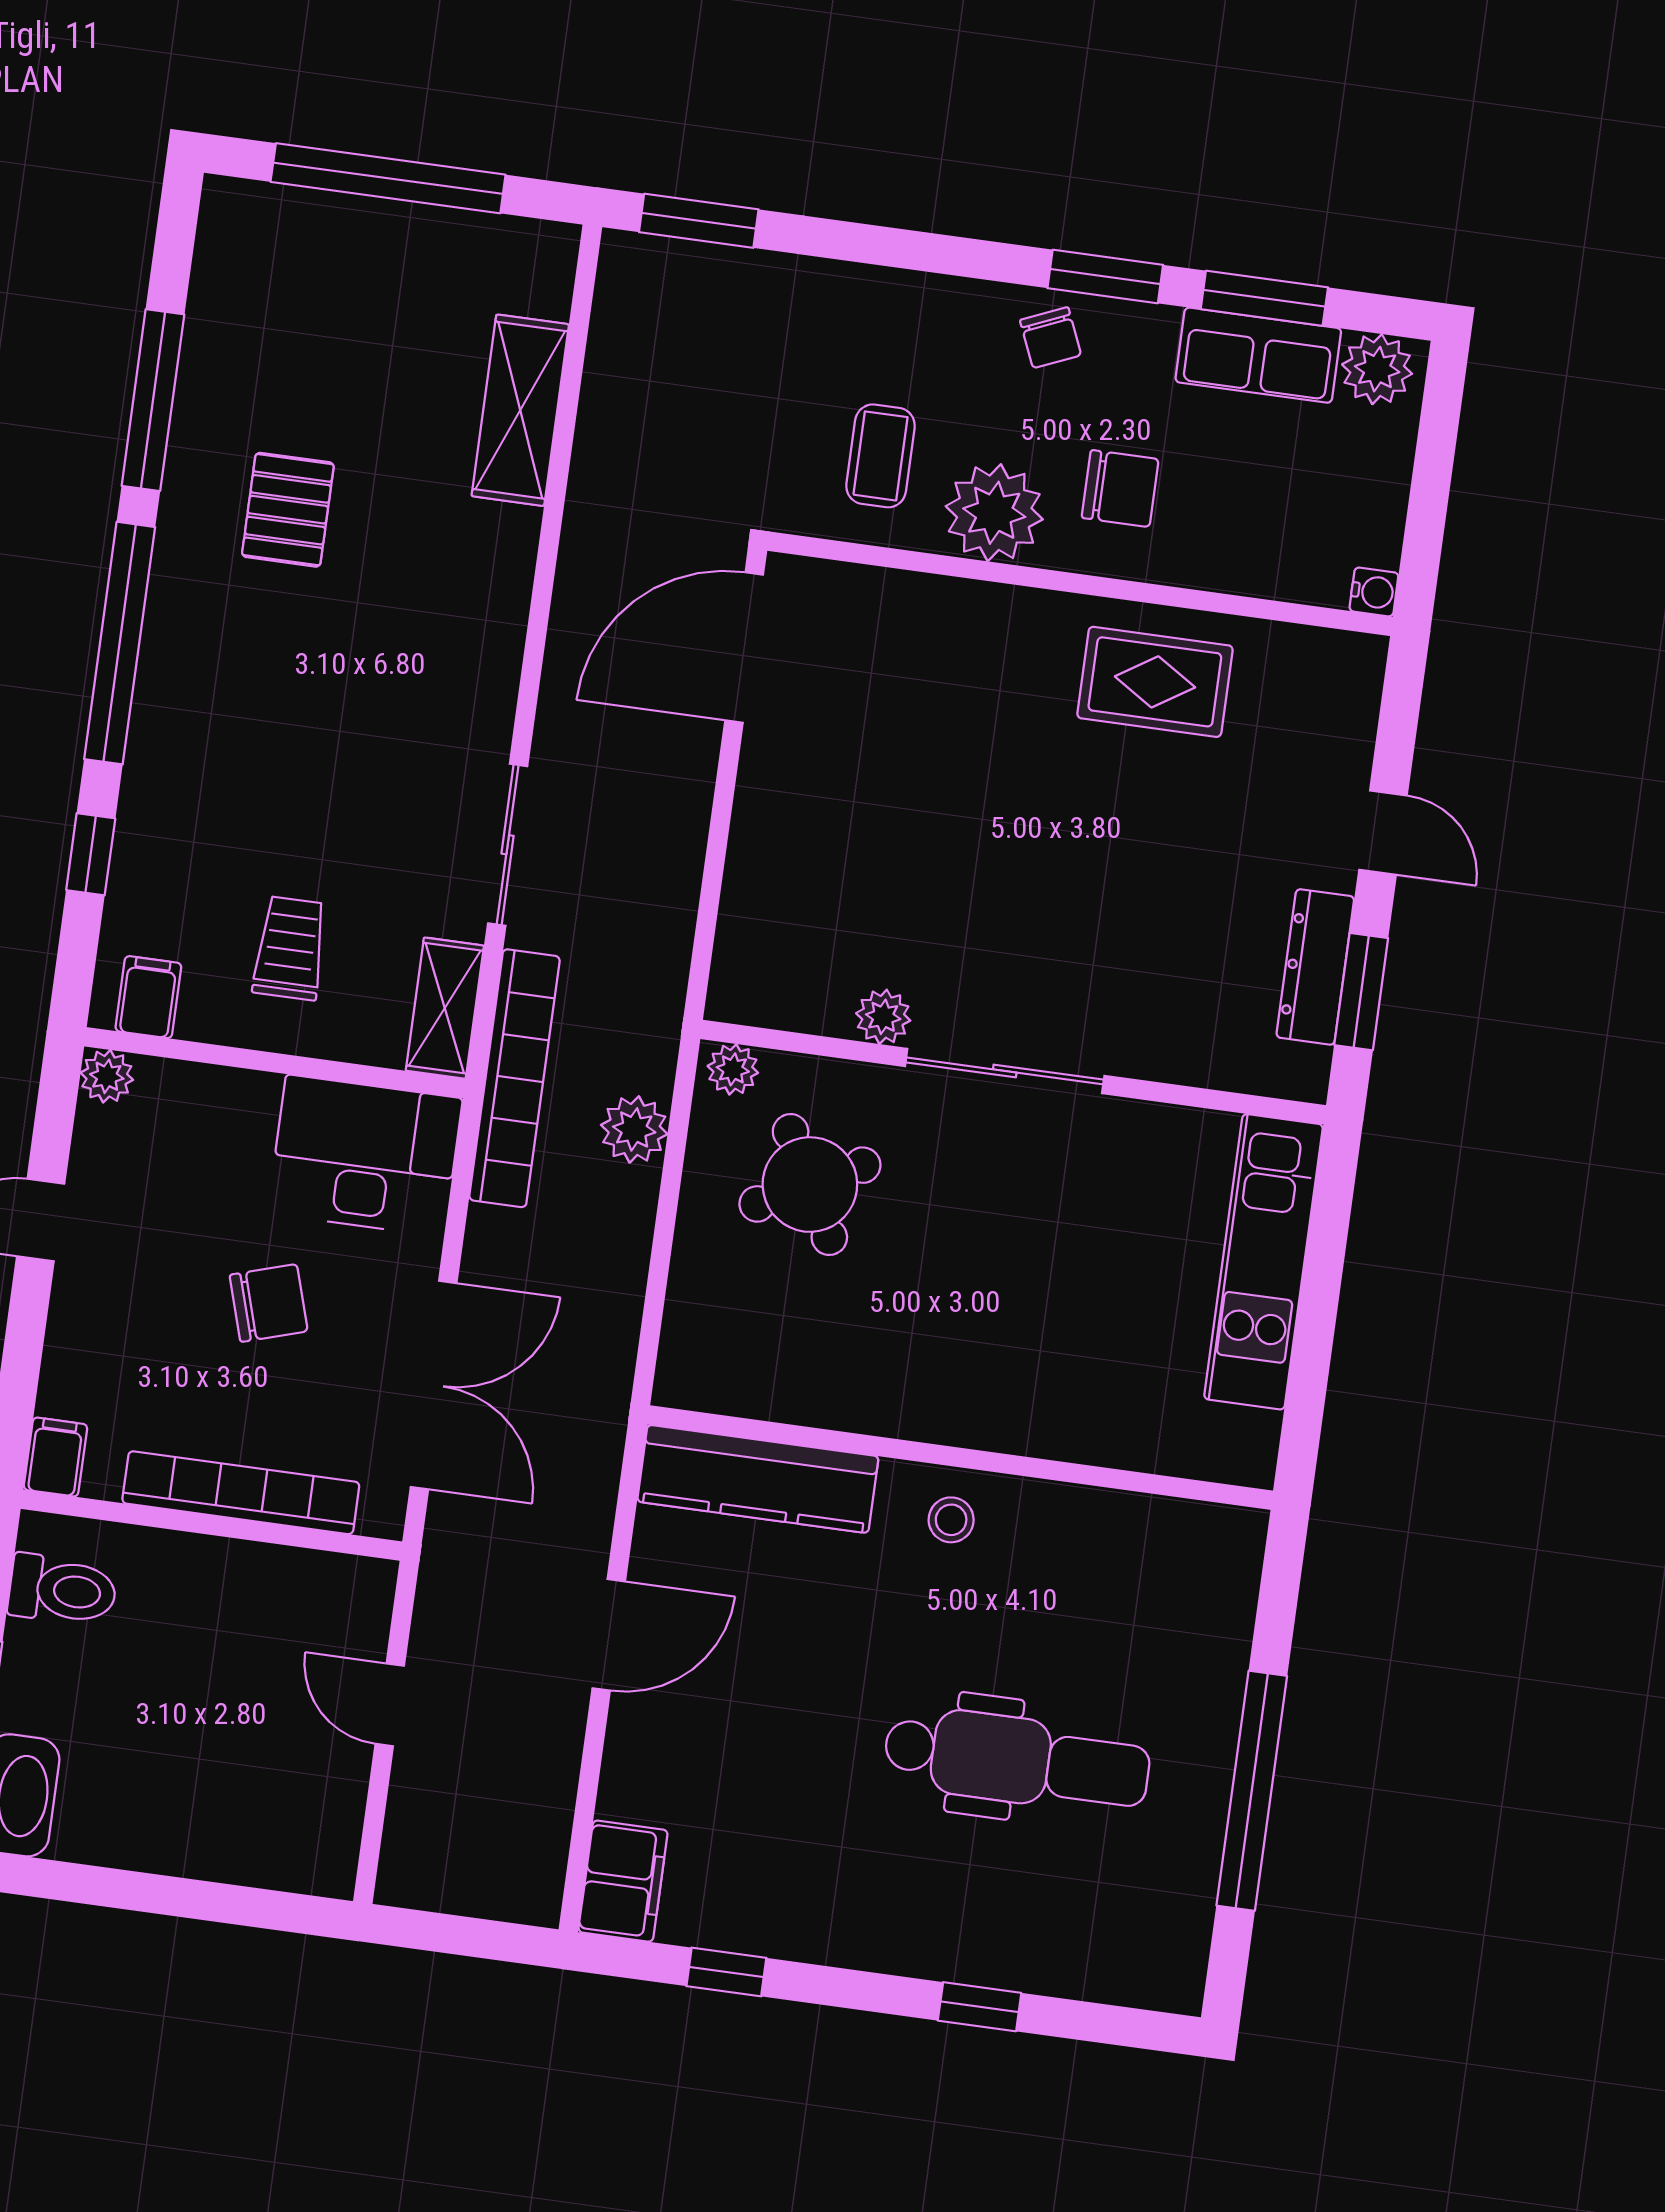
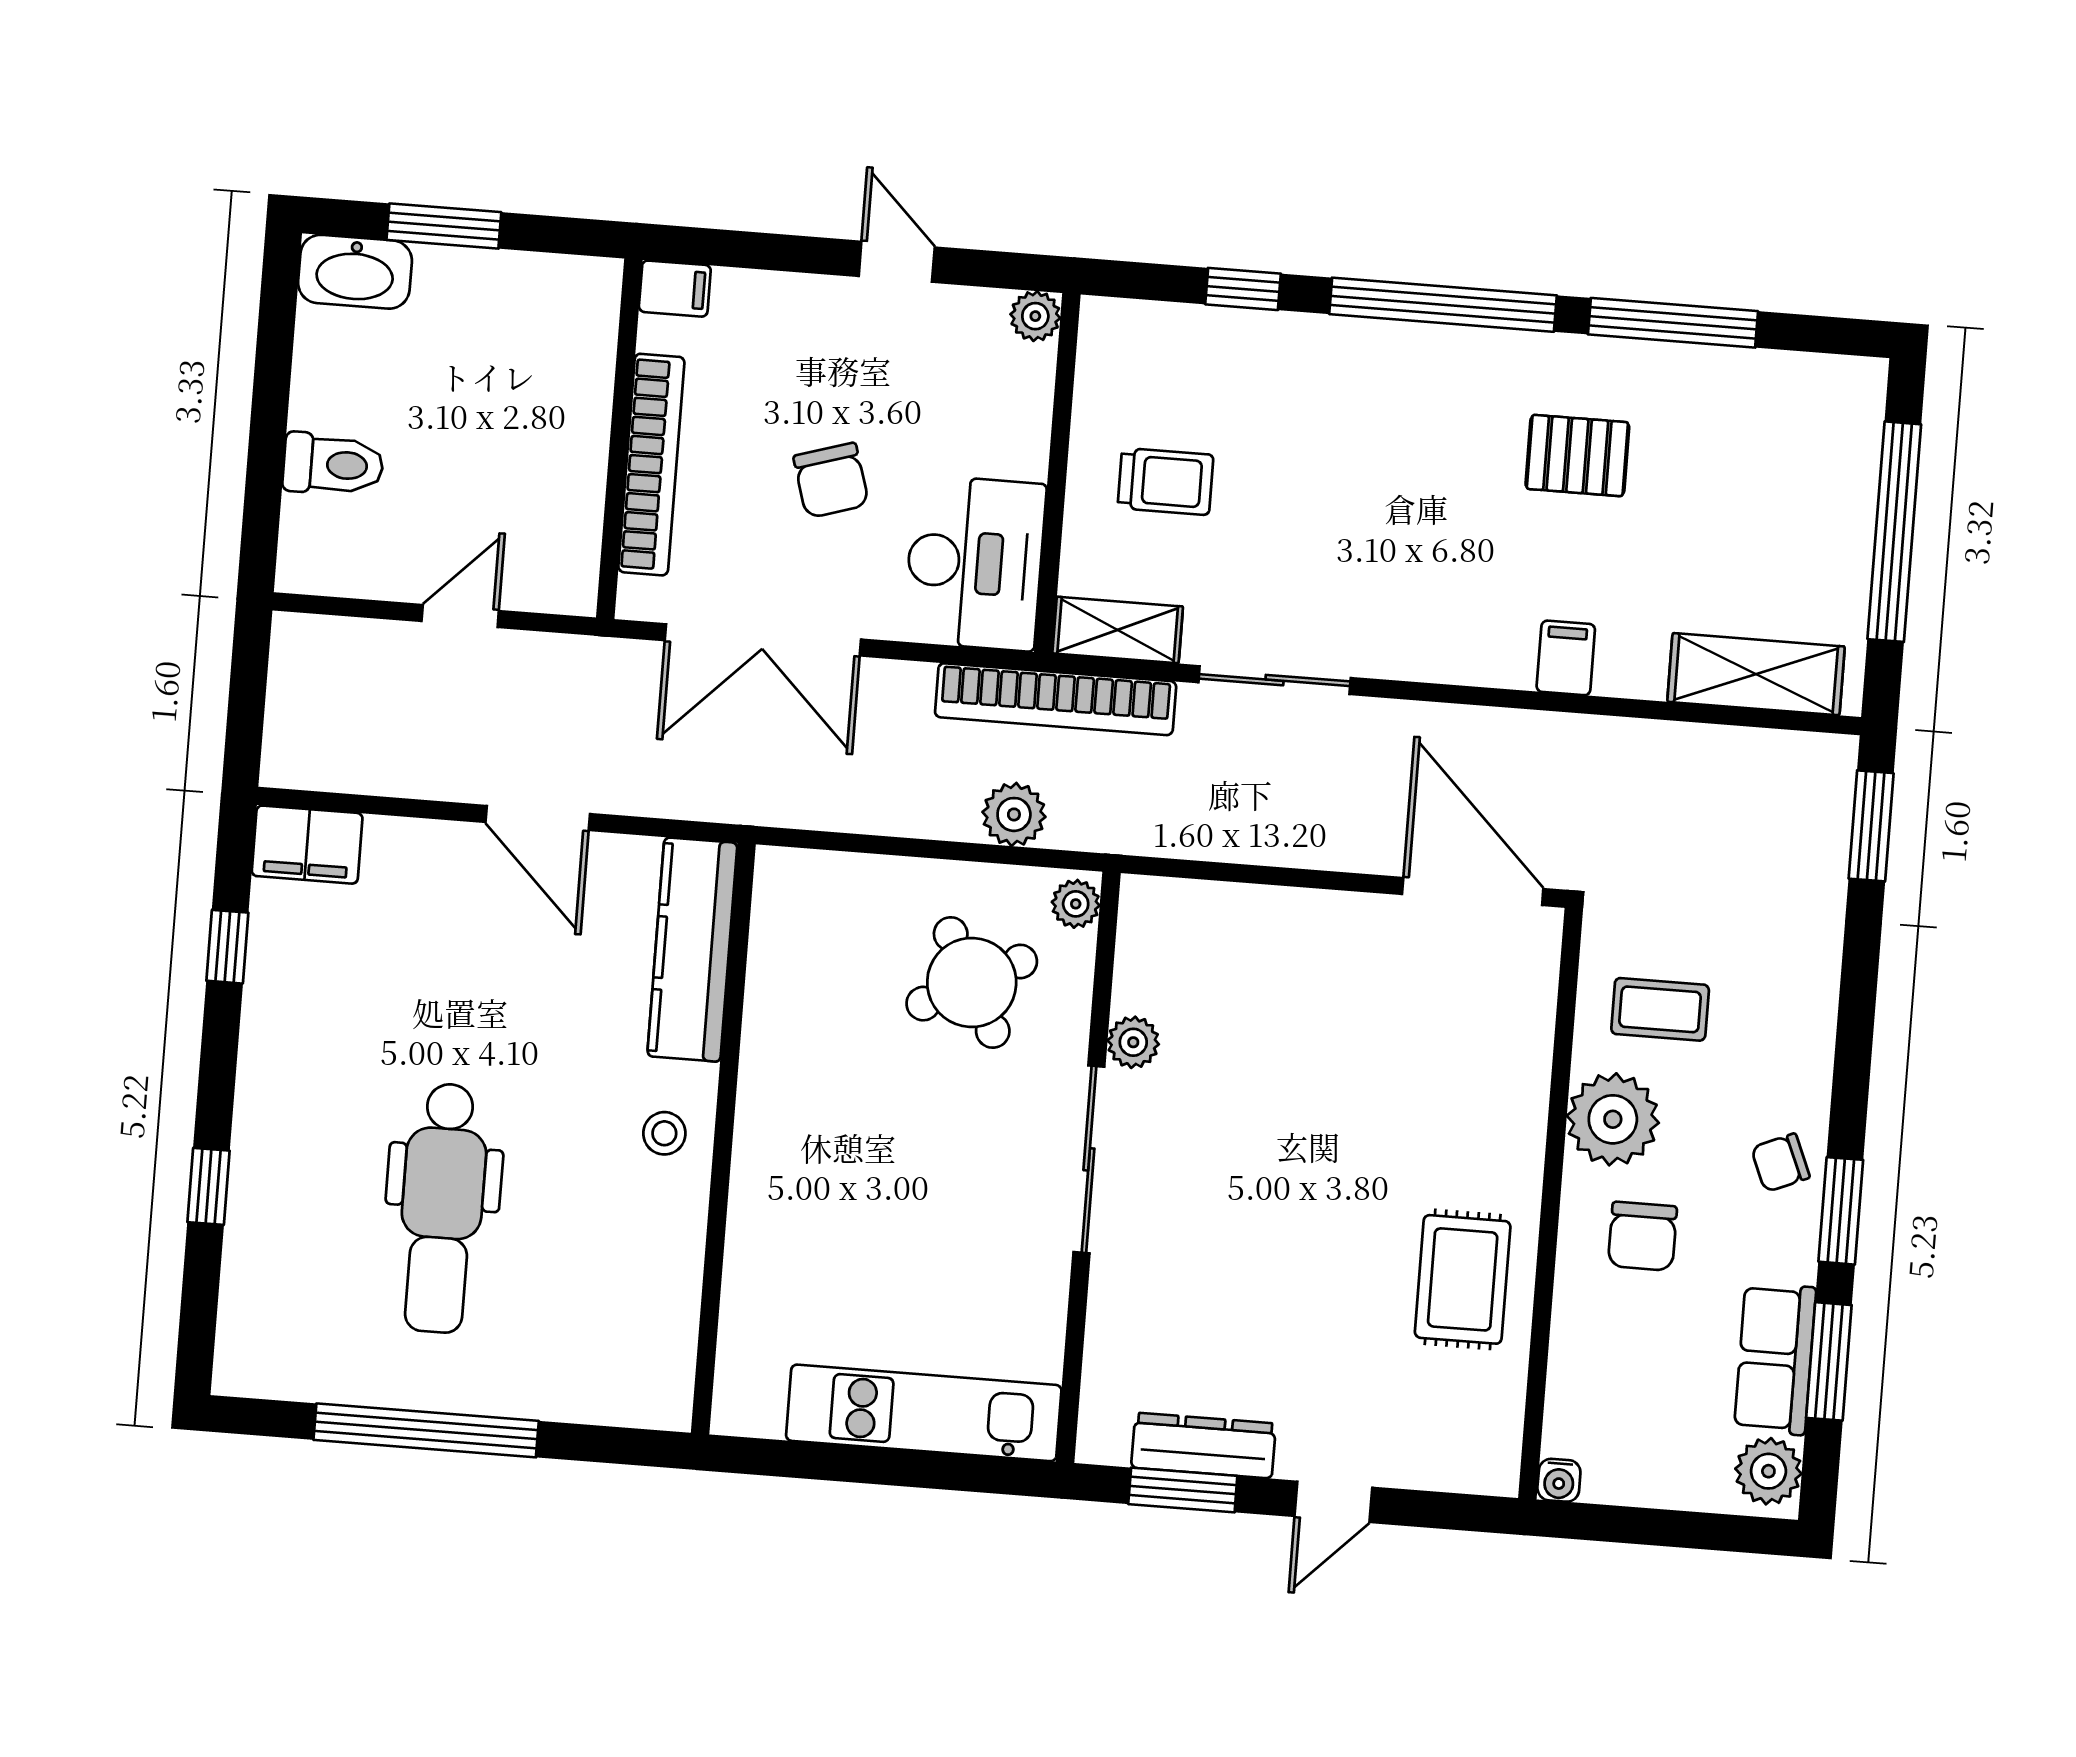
shelving: (520, 410) -> (1756, 674), moved
filing cabinet: (148, 997) -> (1566, 658), moved, turned -90
toilet: (63, 1590) -> (333, 464), moved, turned -90

